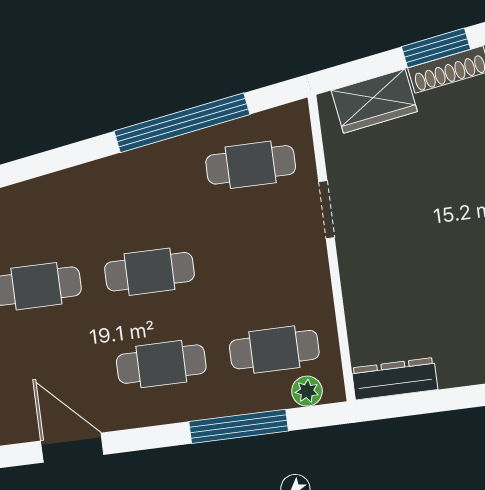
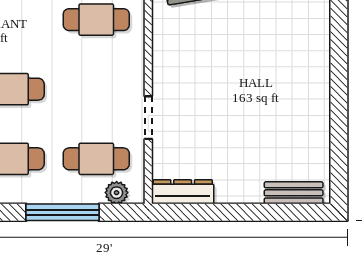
doorway: (327, 210) -> (148, 118), moved

